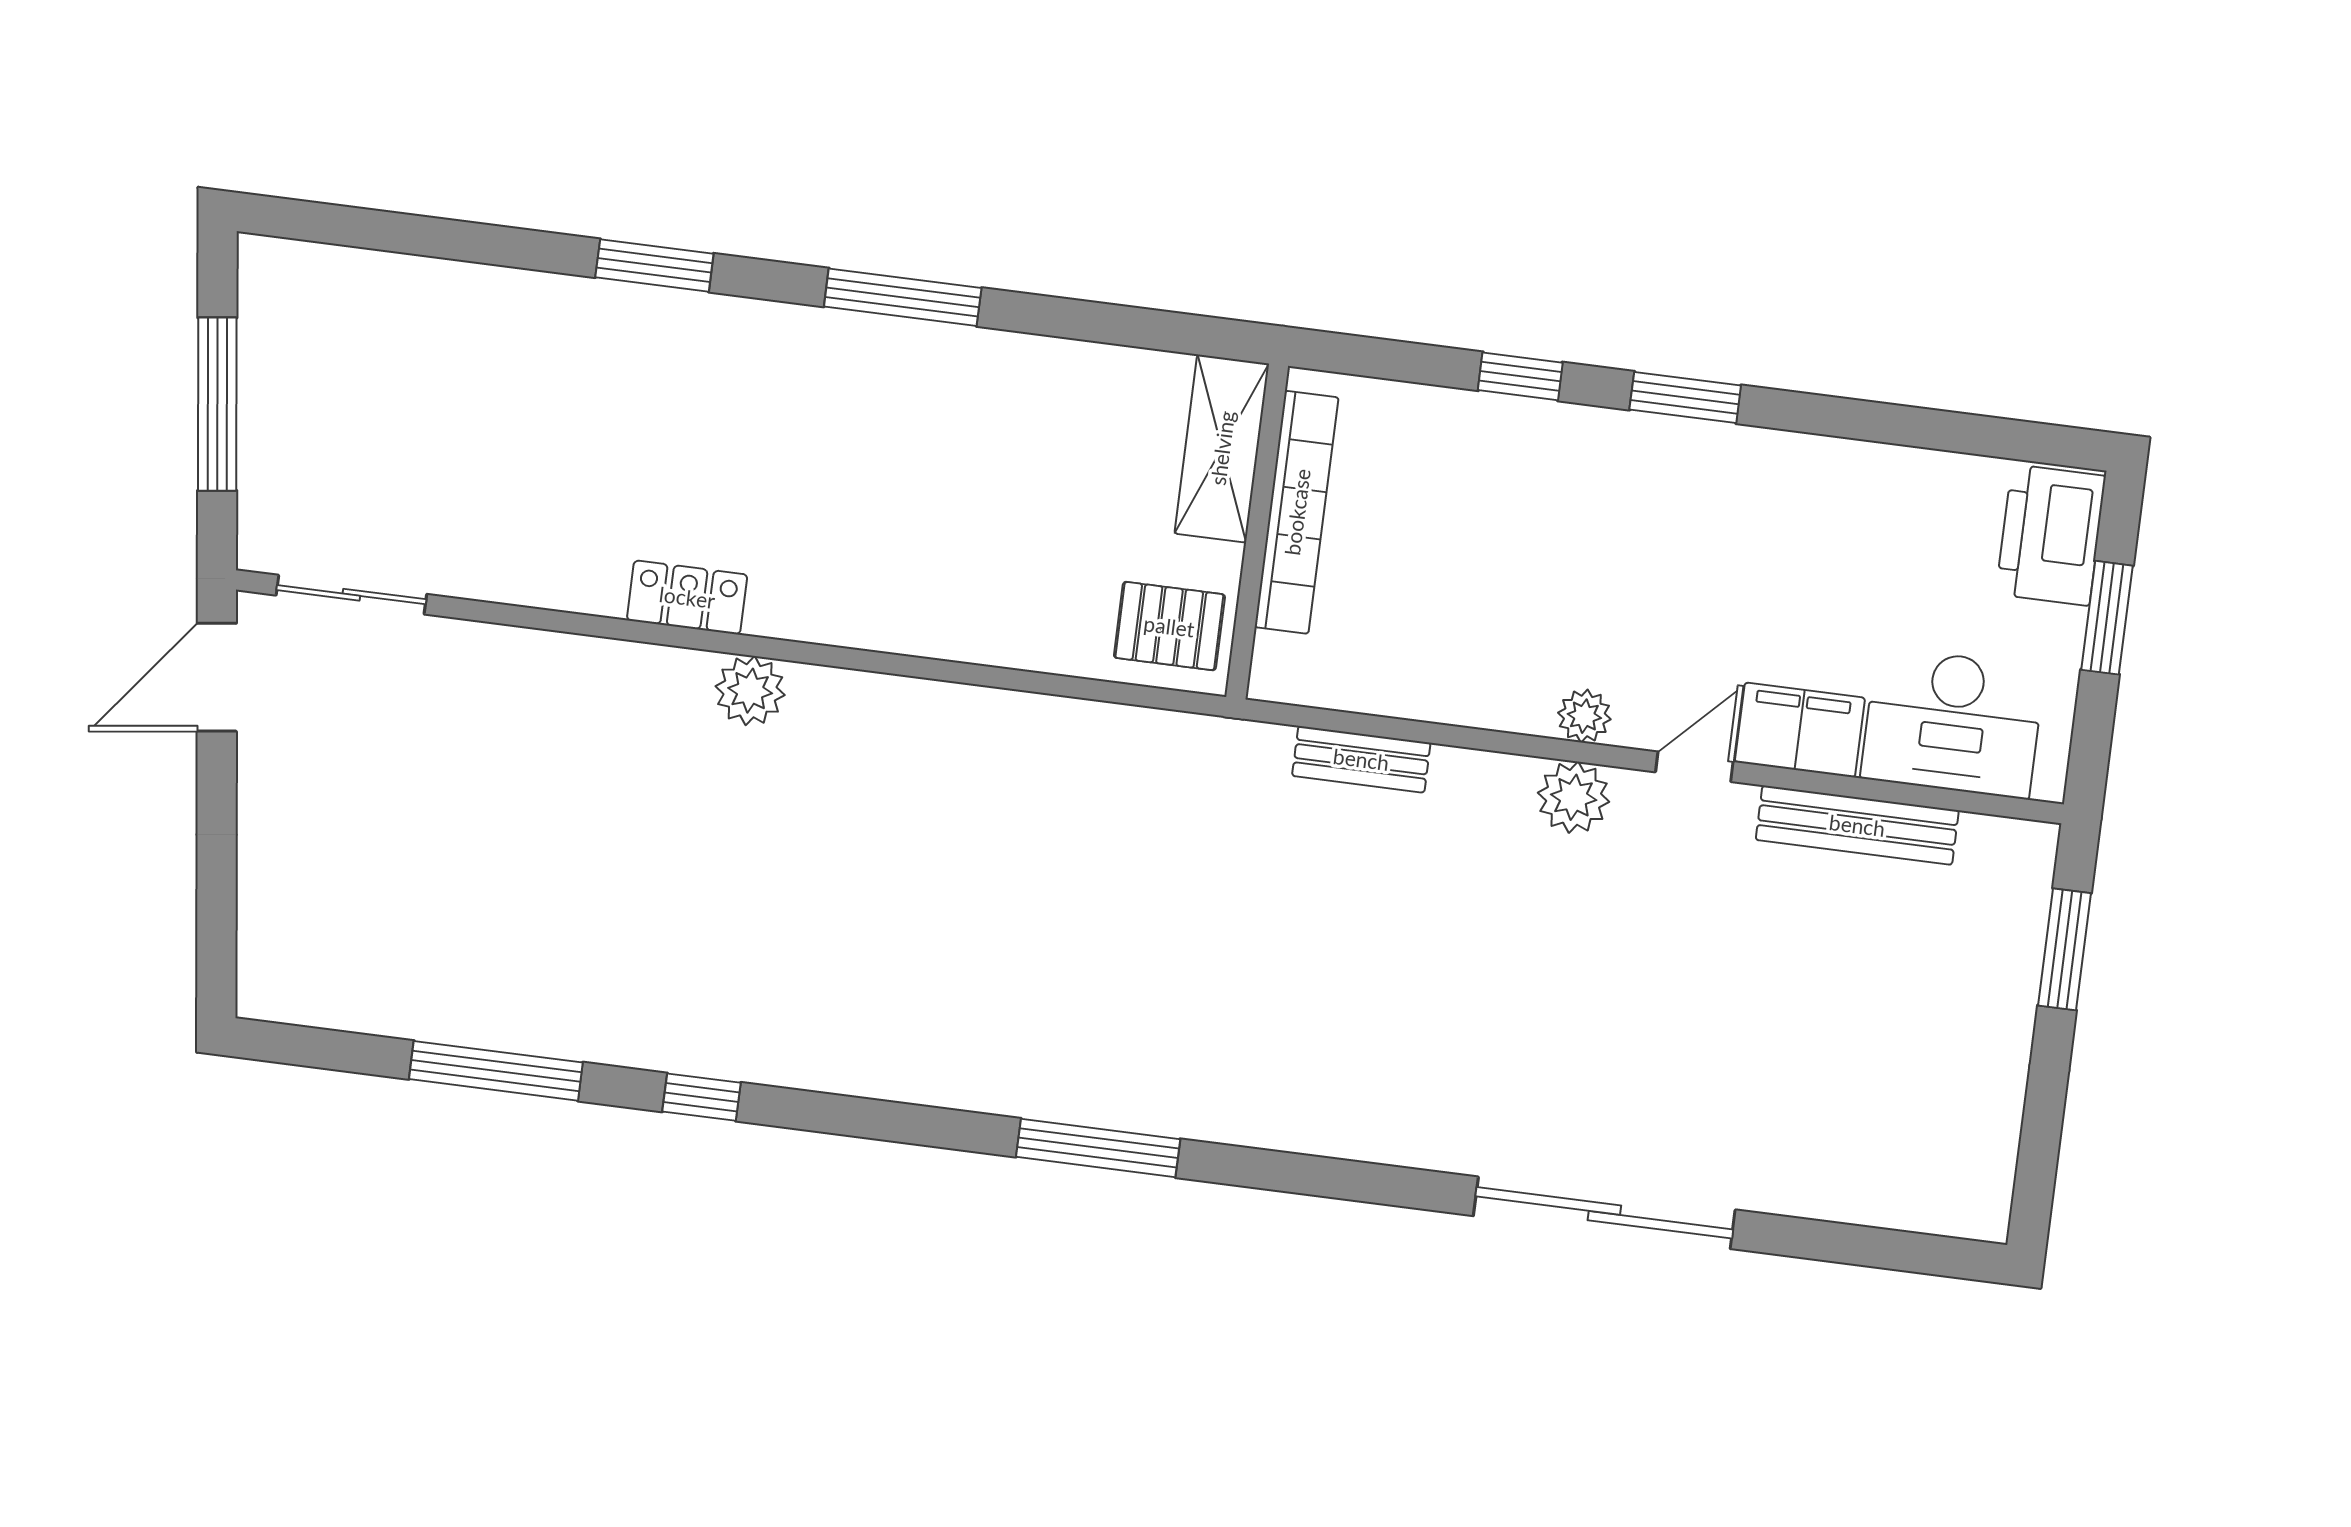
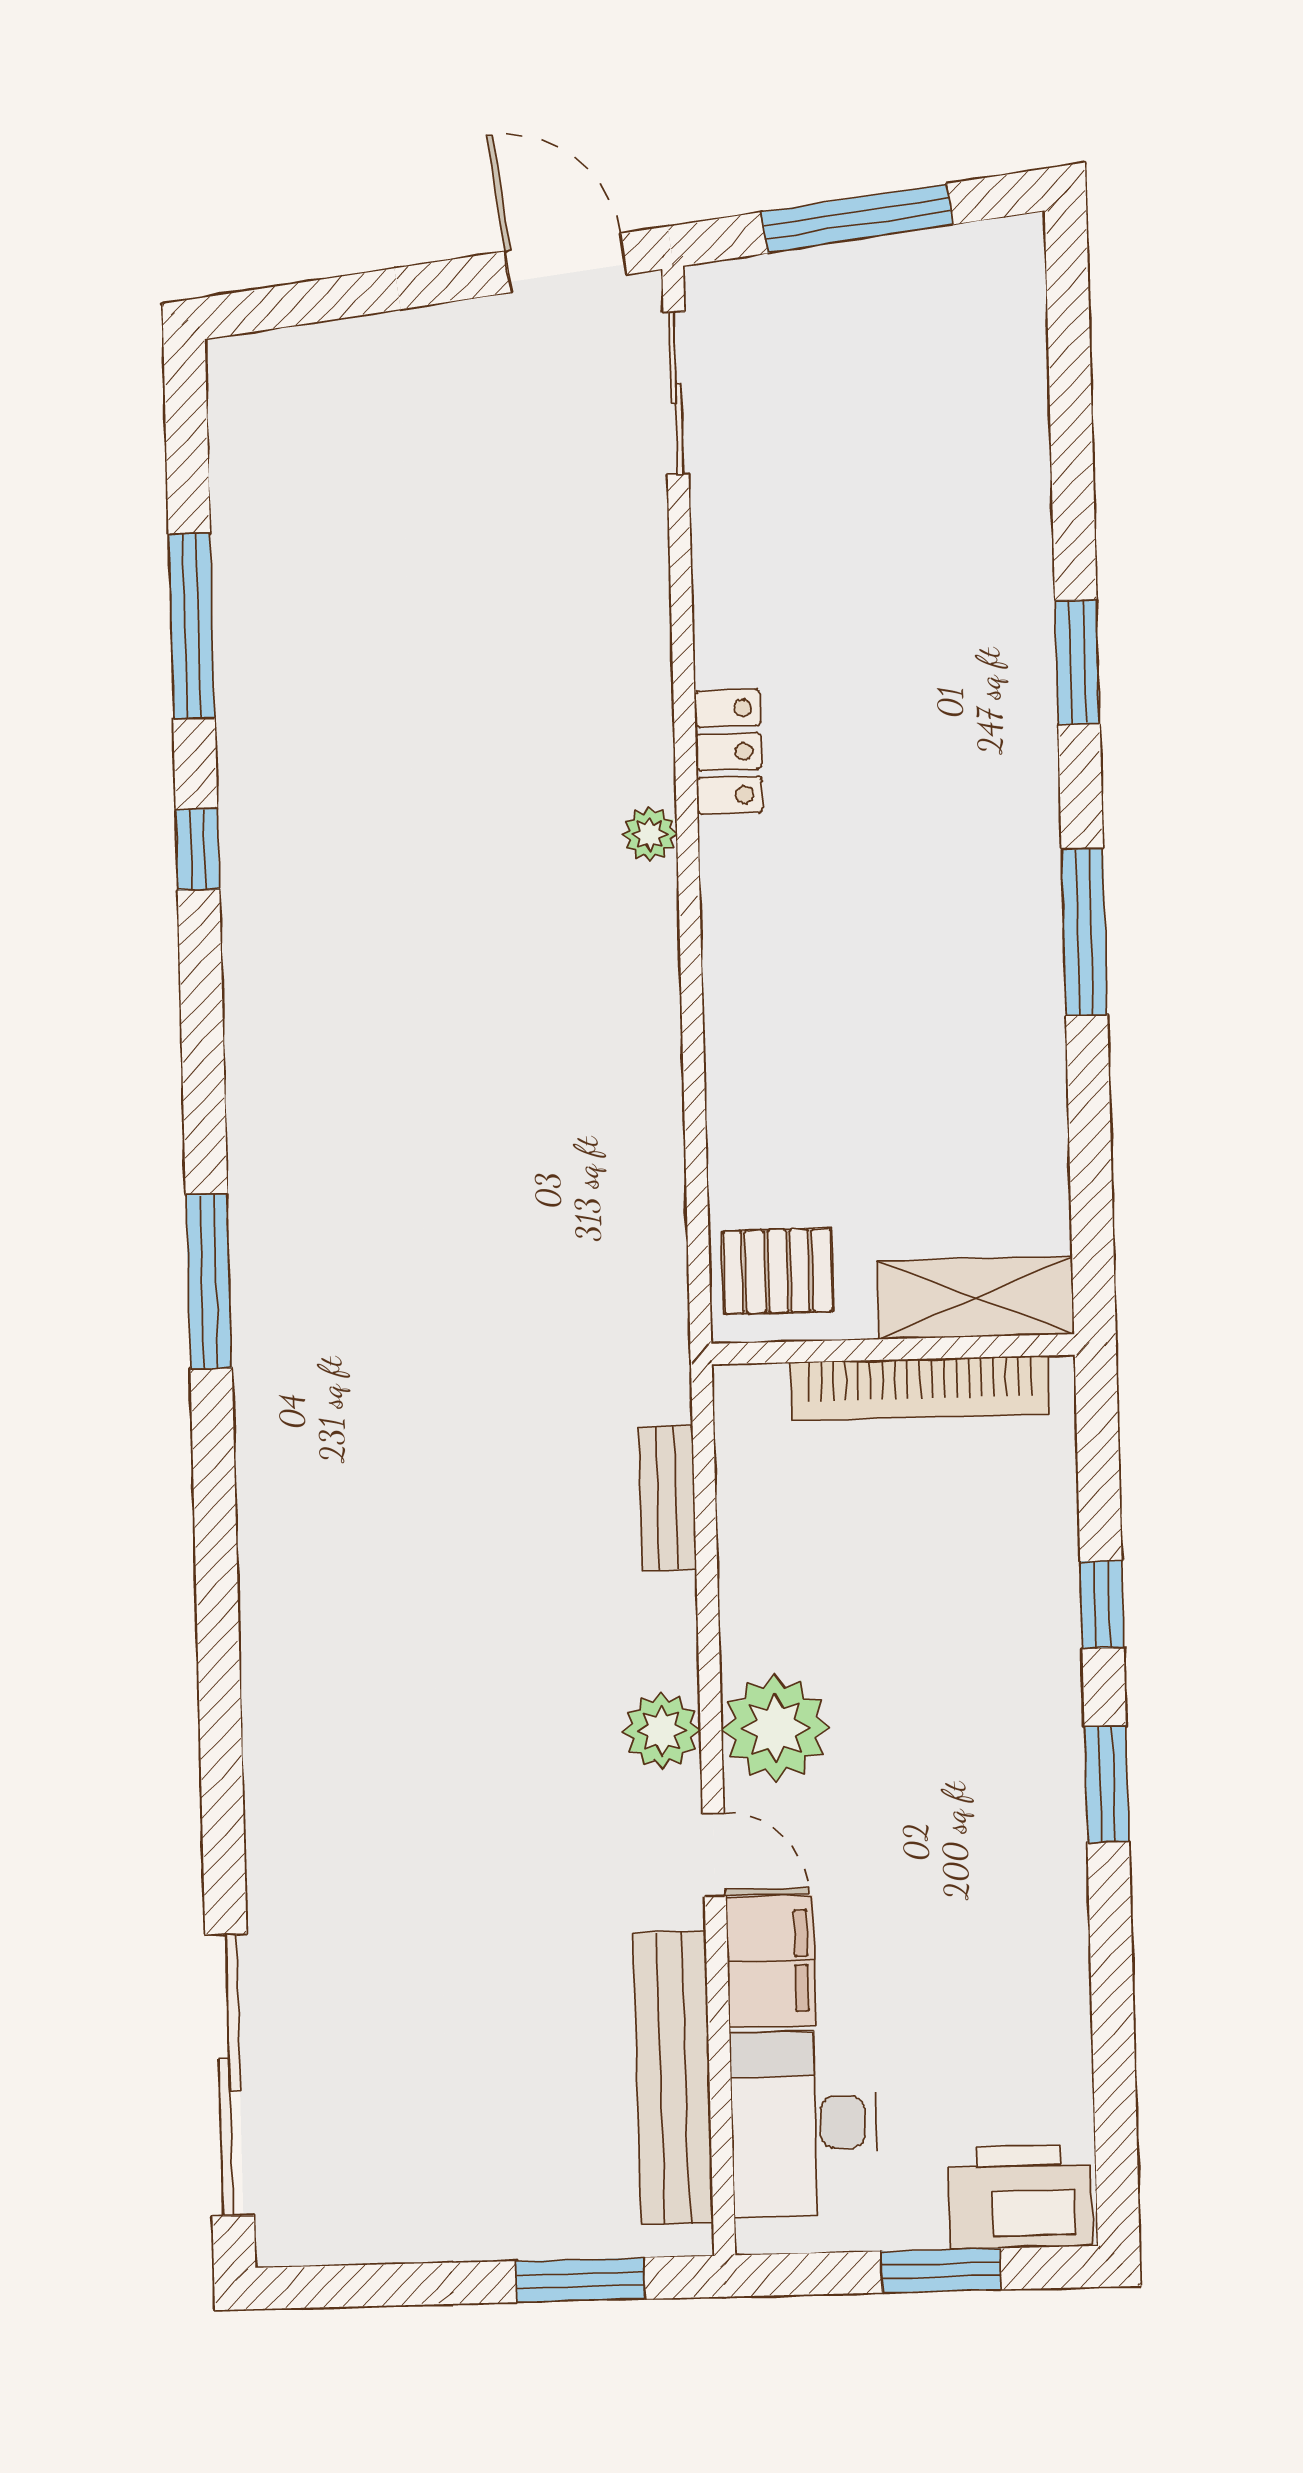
pallet: (1169, 626) -> (778, 1271), turned 90
plant: (750, 691) -> (650, 834), width x0.73, depth x0.73
plant: (1584, 716) -> (775, 1728), width x1.88, depth x1.88
bench: (1857, 825) -> (673, 2078), width x1.37, depth x1.21
sliding door: (1604, 1213) -> (230, 2075), moved

